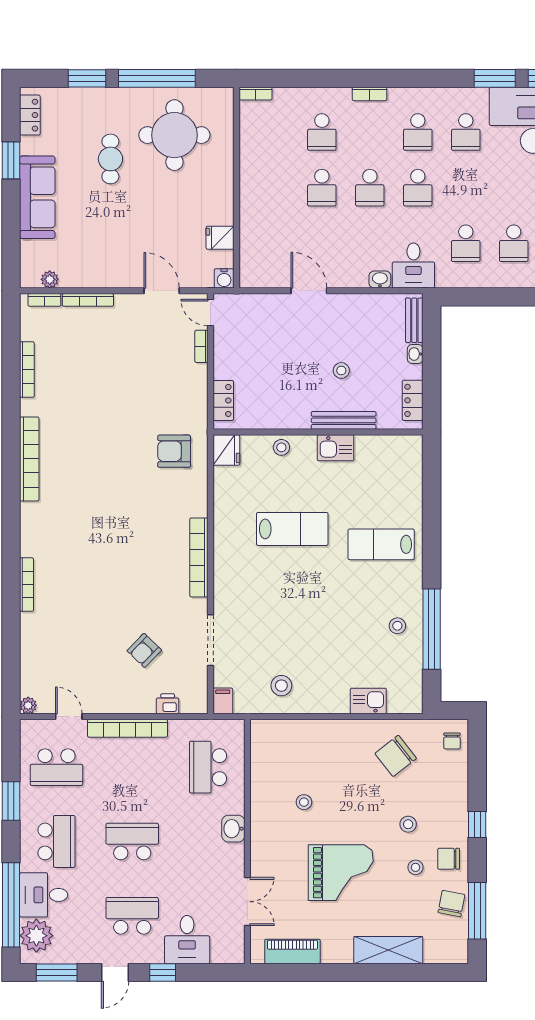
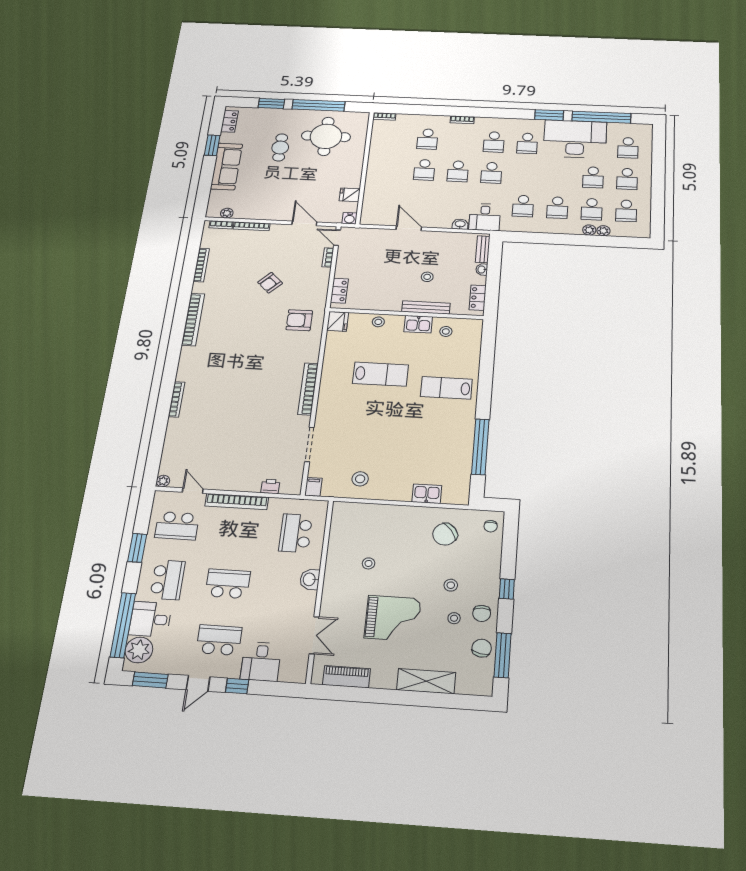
stool: (397, 626) -> (446, 331), moved
armchair: (144, 650) -> (270, 283), moved
chair: (449, 859) -> (482, 613), turned -90

